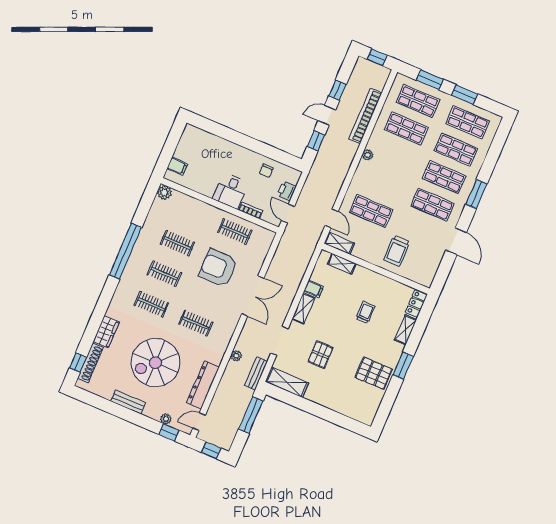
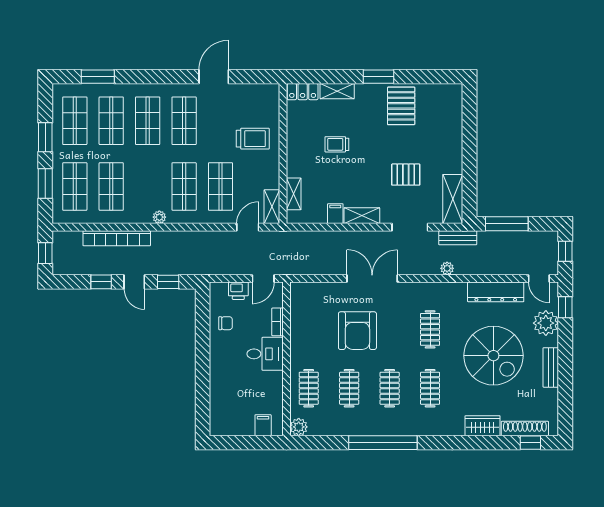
shop shelf: (383, 183) -> (184, 186), added
window: (476, 194) -> (98, 77), moved
clothes rail: (235, 232) -> (309, 388), moved
plant: (166, 419) -> (546, 323), width x1.88, depth x1.88

